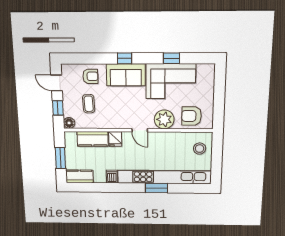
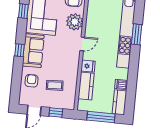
floor lamp: (69, 123) -> (70, 105), removed
window: (60, 158) -> (101, 117), width x1.44
dishwasher: (112, 177) -> (121, 85), moved

